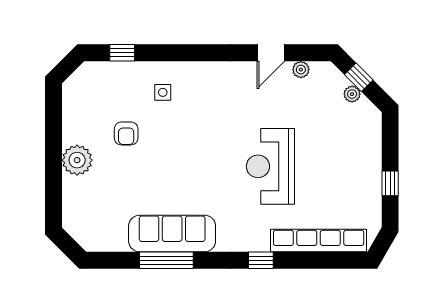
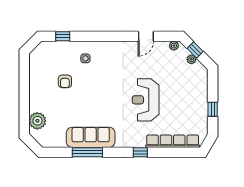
plant: (301, 70) -> (174, 46), moved
plant: (77, 160) -> (37, 121), moved

